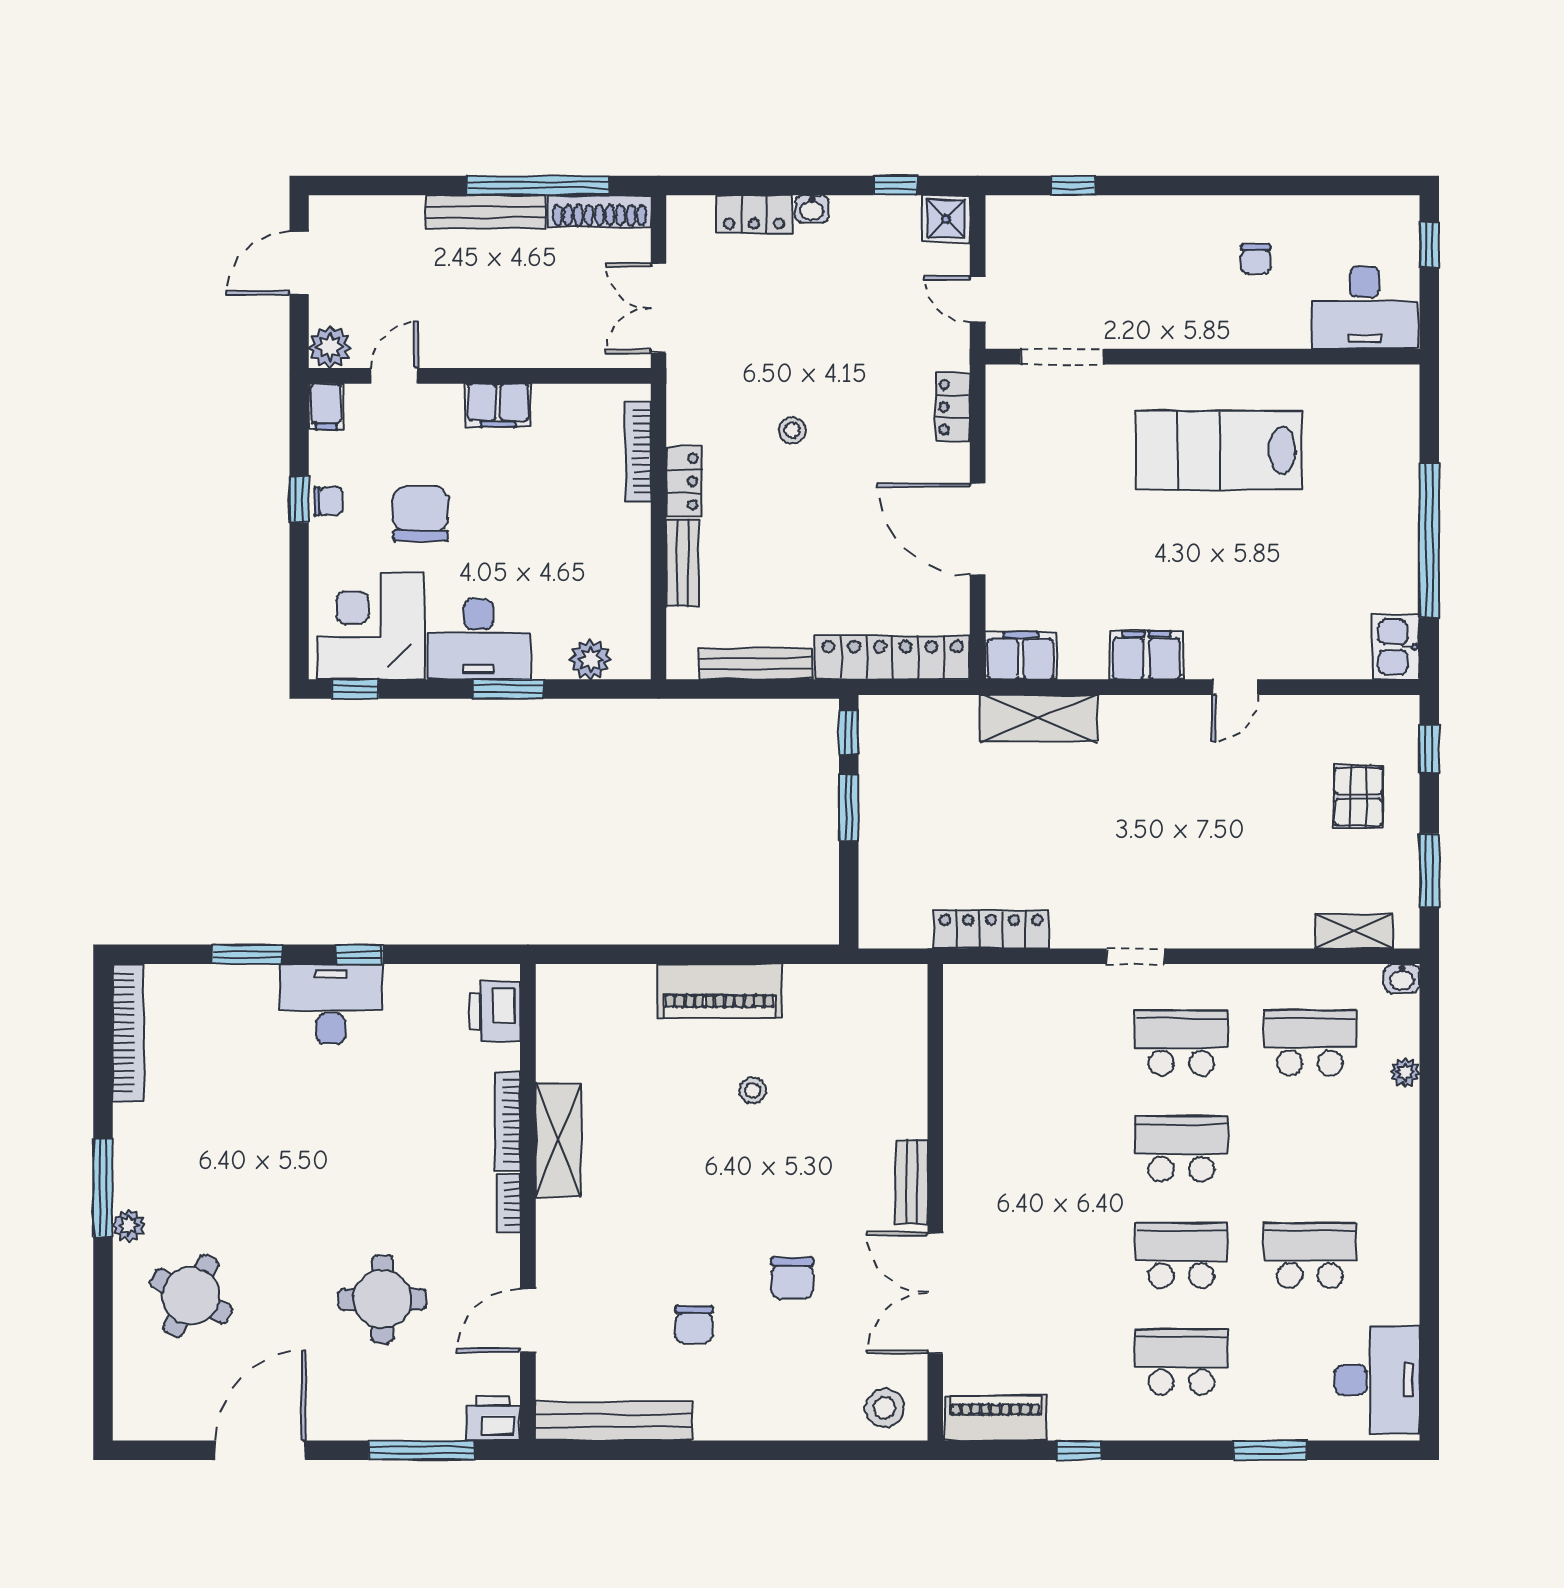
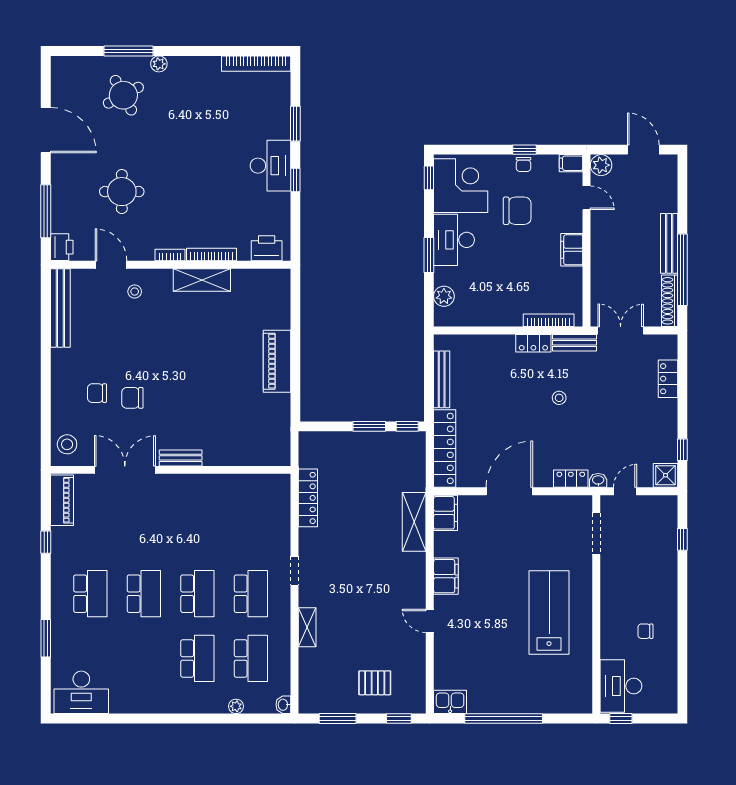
washbasin: (812, 209) -> (598, 480), moved, turned 90
window: (1429, 245) -> (621, 719), moved
bench: (683, 563) -> (574, 343), moved
shelving: (1354, 931) -> (307, 627), moved
stool: (753, 1091) -> (135, 292), moved
window: (103, 1188) -> (129, 51), moved
school desk: (1310, 1255) -> (197, 658), moved
round table: (191, 1296) -> (123, 95), turned 34
chair: (694, 1324) -> (97, 393), moved

